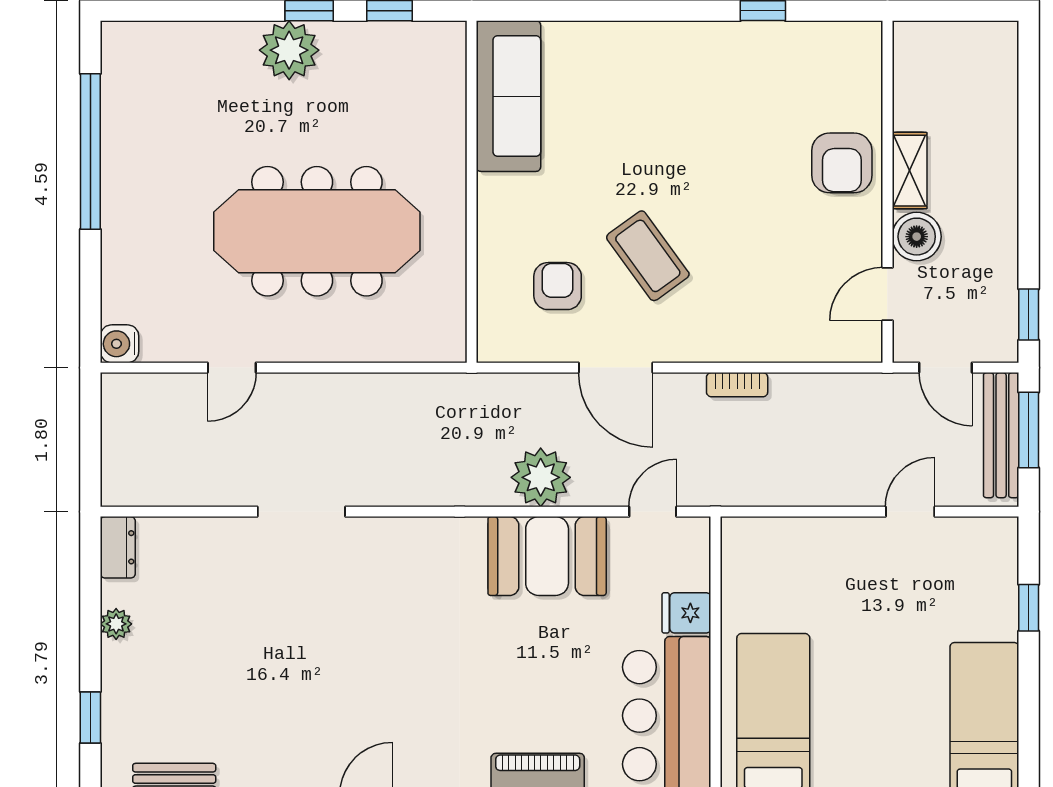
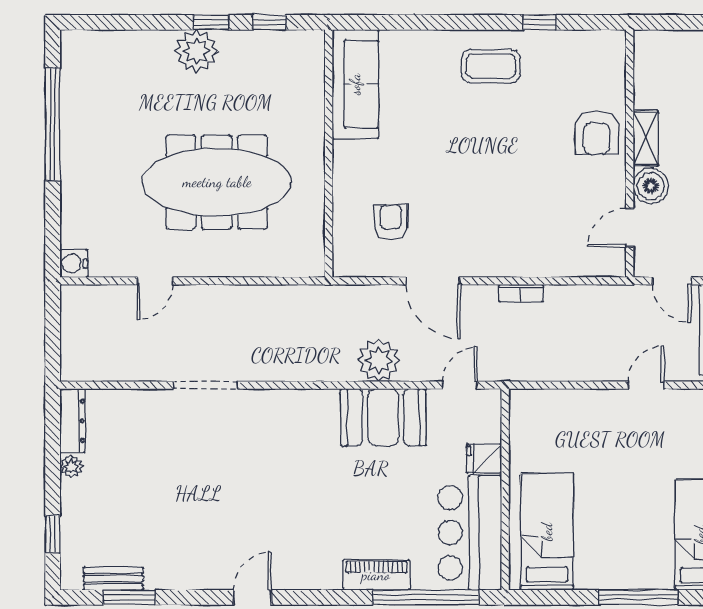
coffee table: (648, 256) -> (491, 66), moved, turned -54
dresser: (118, 547) -> (72, 421), width x1.44

